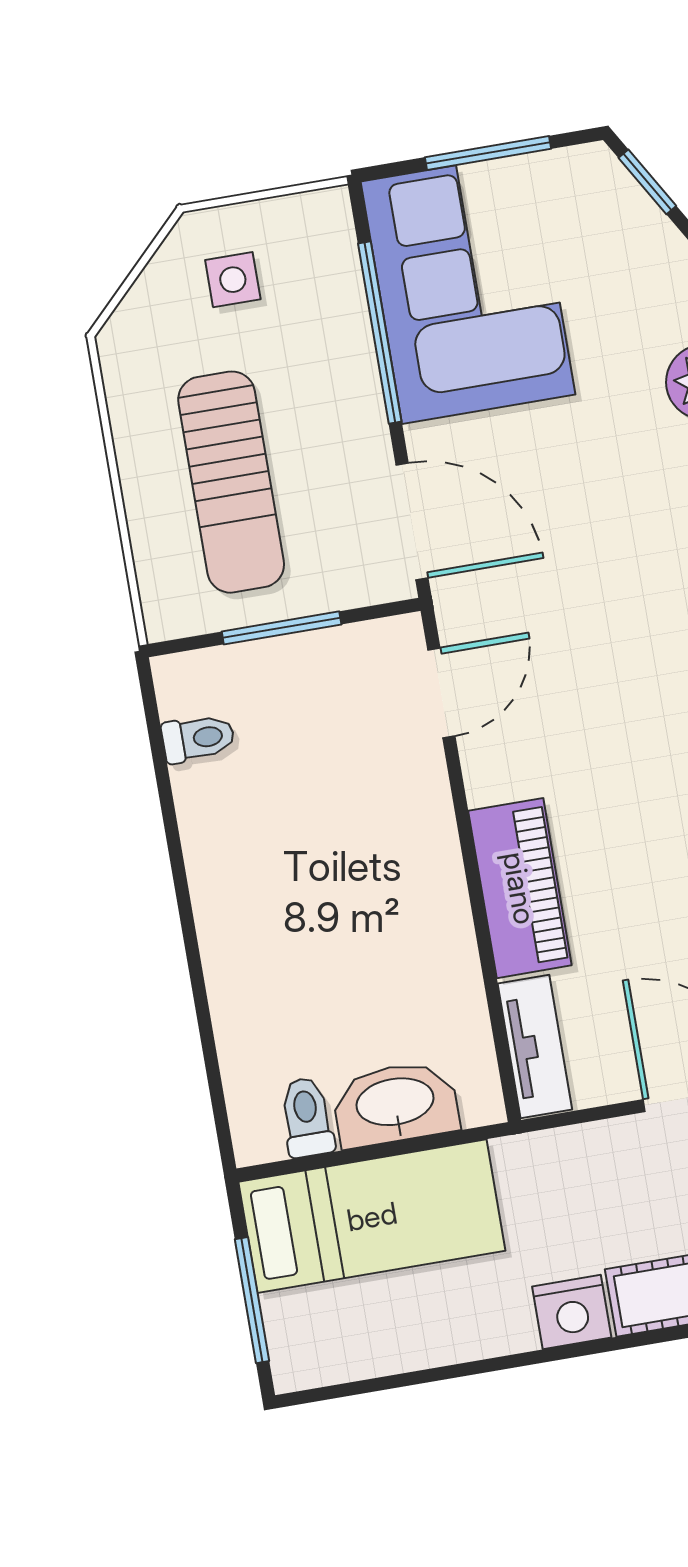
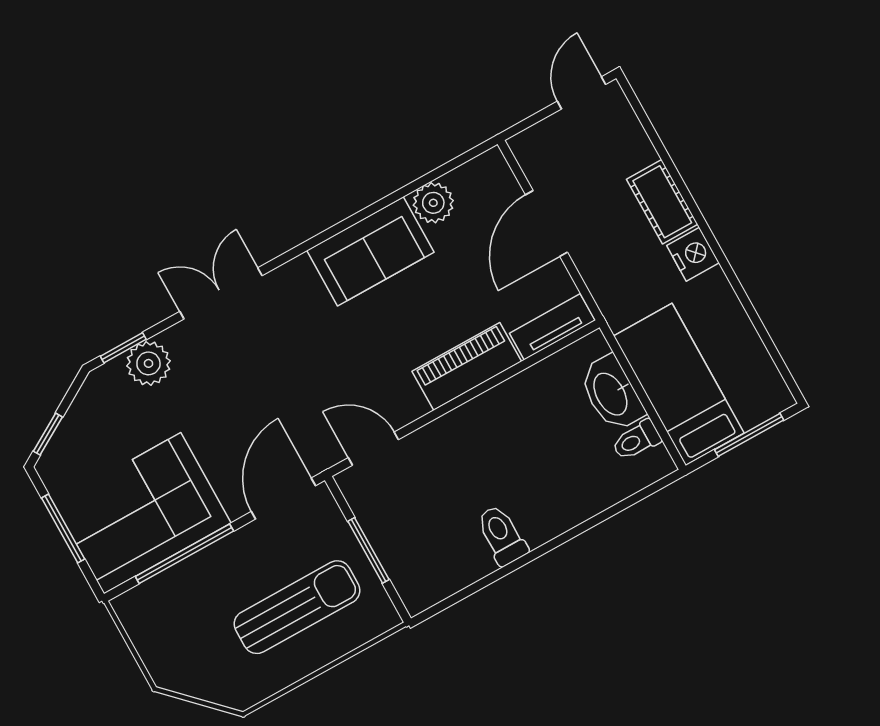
side table: (233, 280) -> (184, 646), removed
toilet: (198, 738) -> (502, 535), moved, width x1.37, depth x1.39

